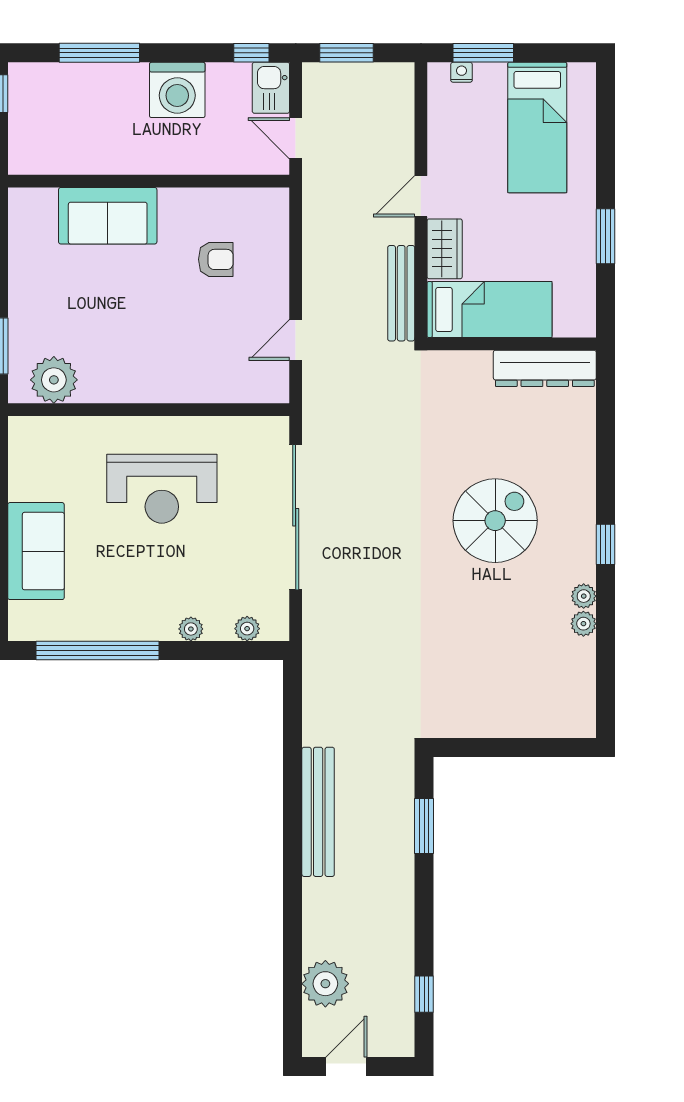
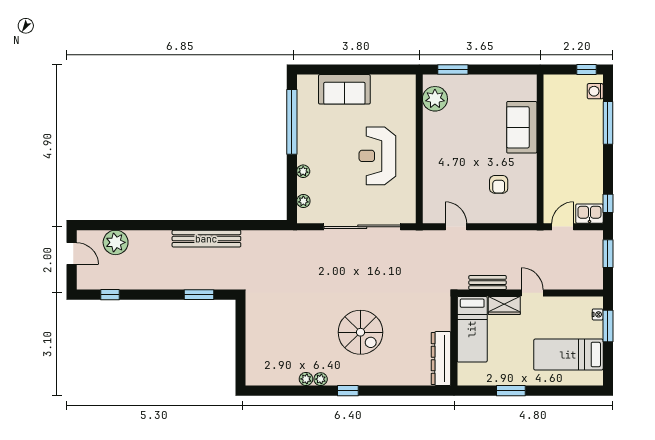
washing machine: (177, 90) -> (595, 91), moved, width x0.53, depth x0.53
bench: (401, 293) -> (488, 283), width x0.73

